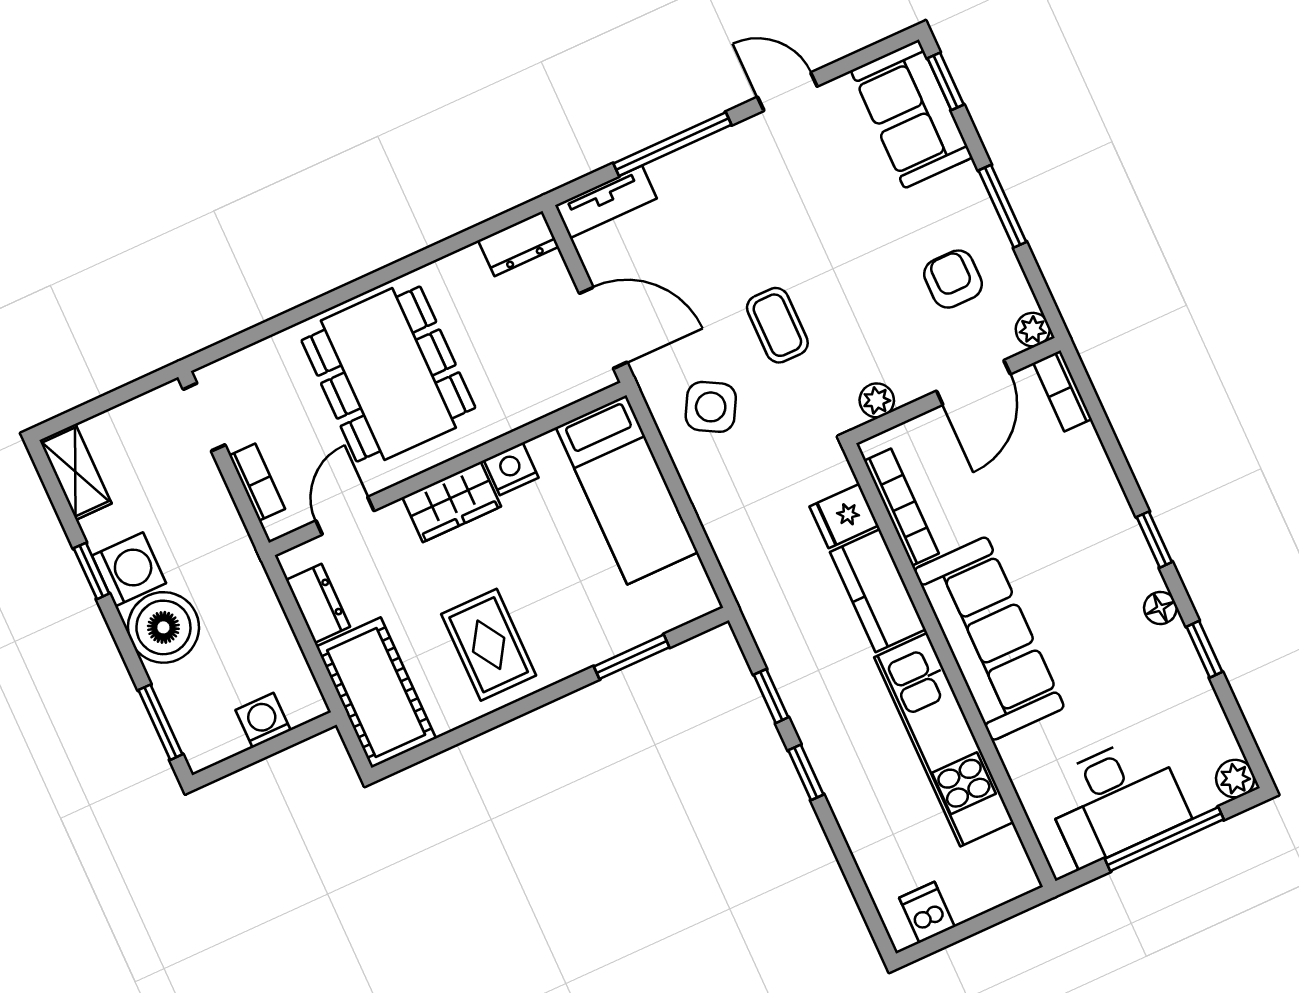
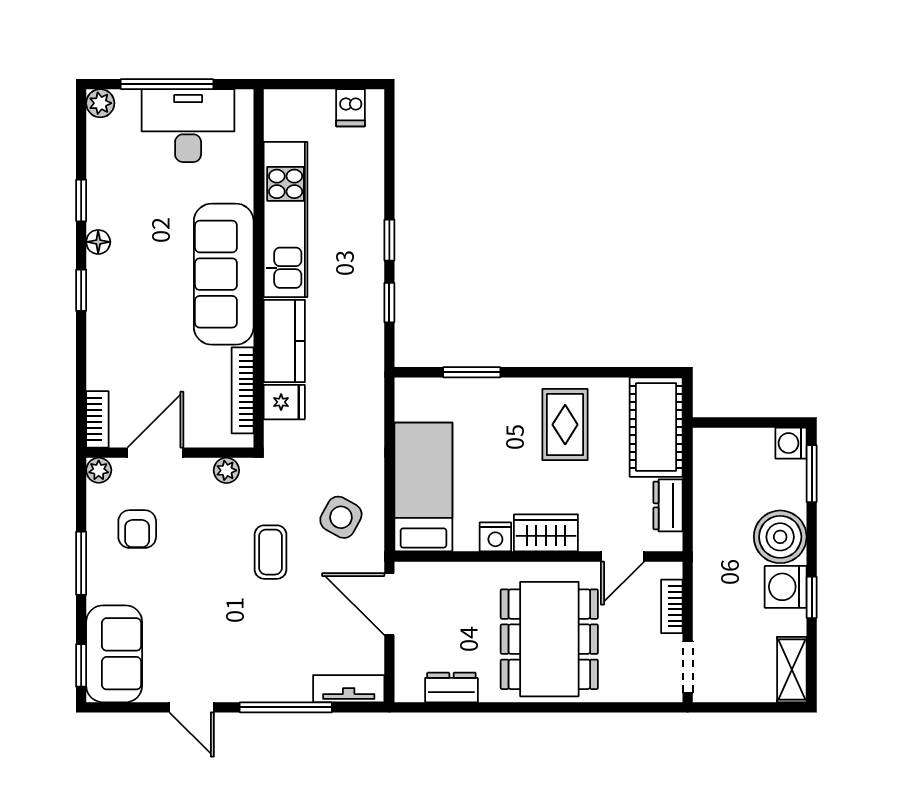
dresser: (518, 244) -> (451, 687), moved
washing machine: (263, 720) -> (791, 443), moved, turned 90

